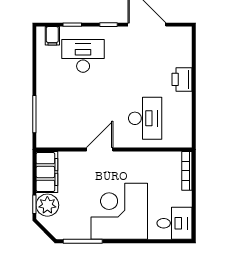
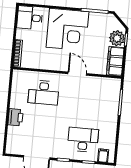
desk: (83, 56) -> (83, 140), turned 180
desk: (145, 118) -> (44, 93), turned -90
door: (100, 149) -> (77, 74), swing flipped

